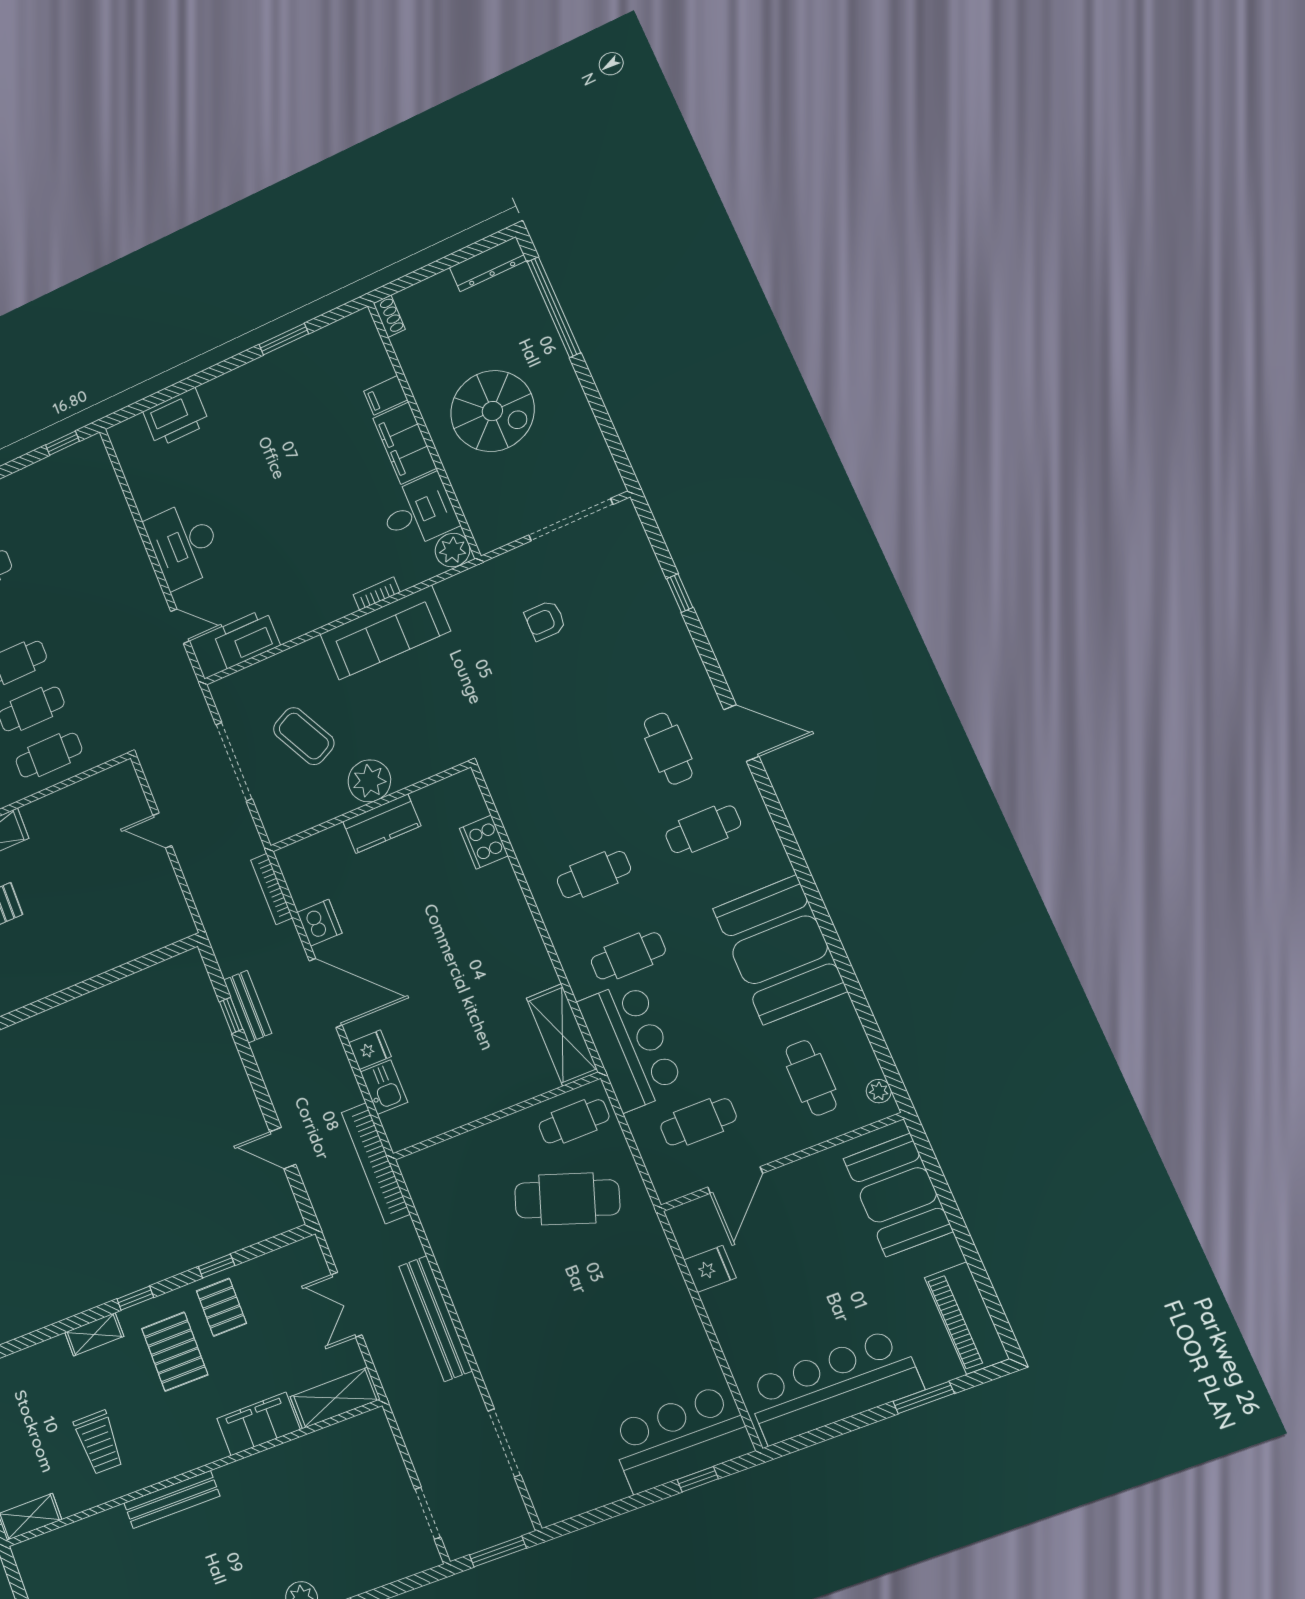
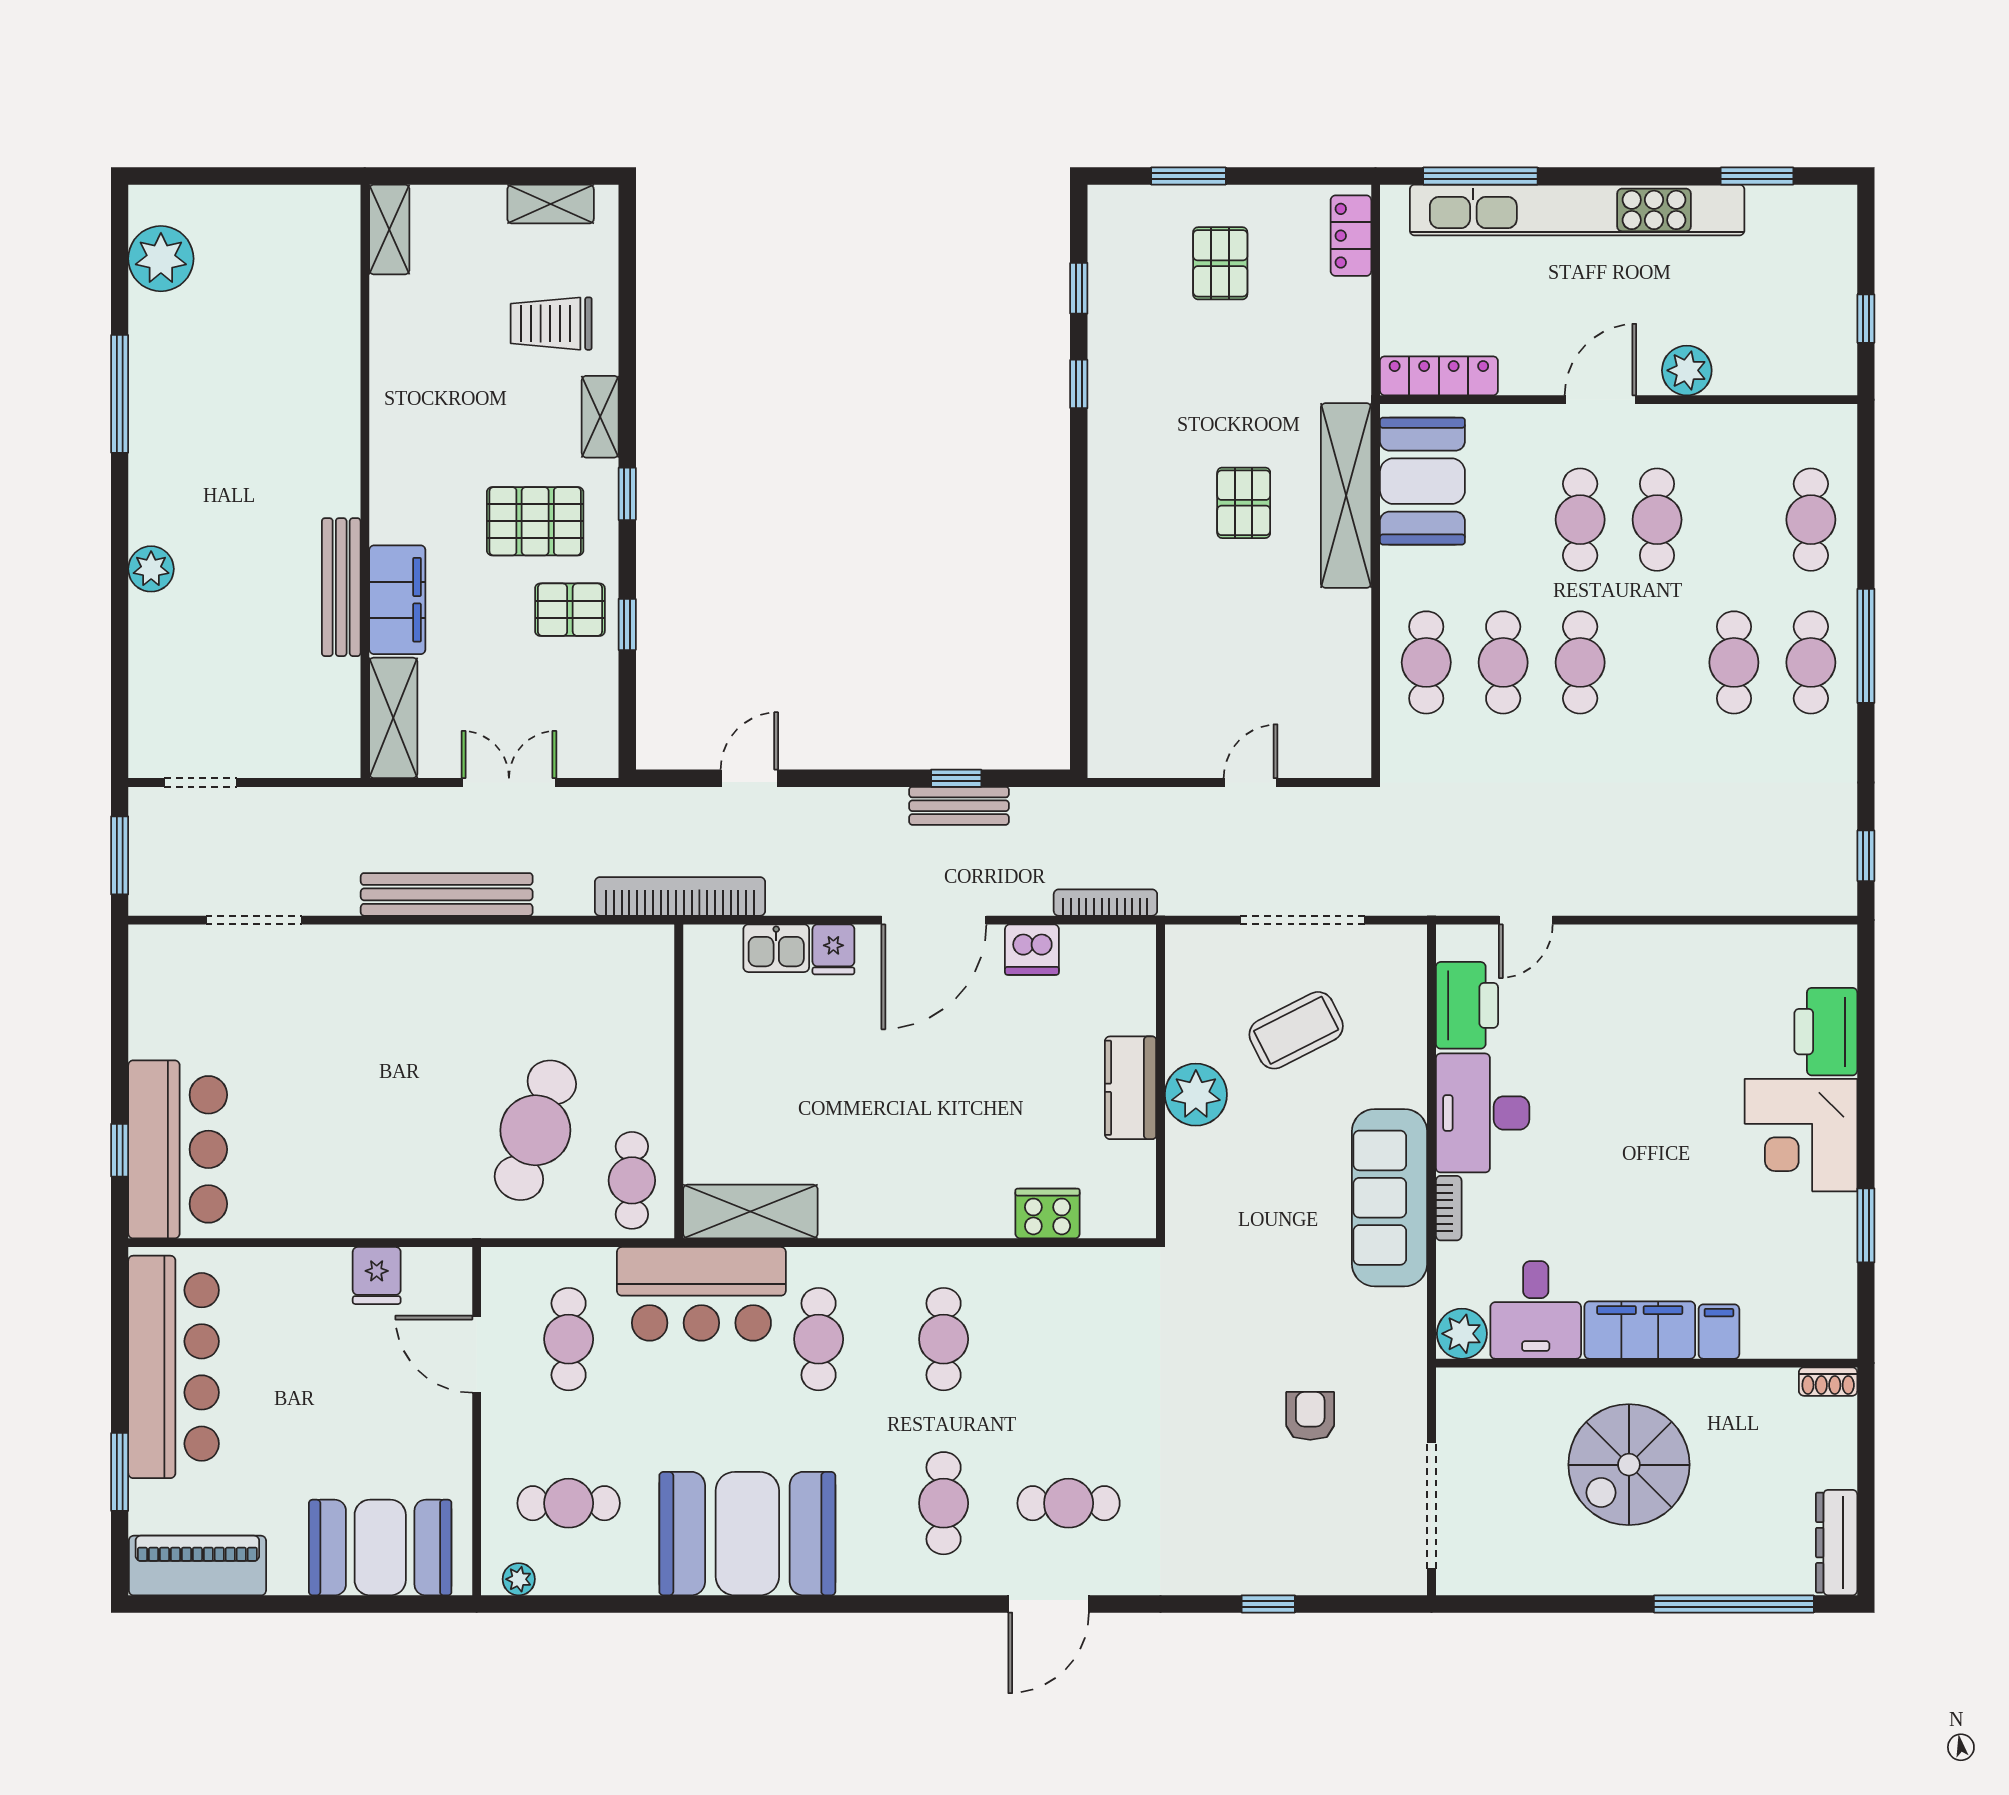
corner desk: (245, 403) -> (1801, 1135), added
desk: (184, 544) -> (1483, 1113), moved, turned -90
trolley: (99, 1442) -> (551, 324), moved
bench: (172, 1500) -> (341, 587), moved

